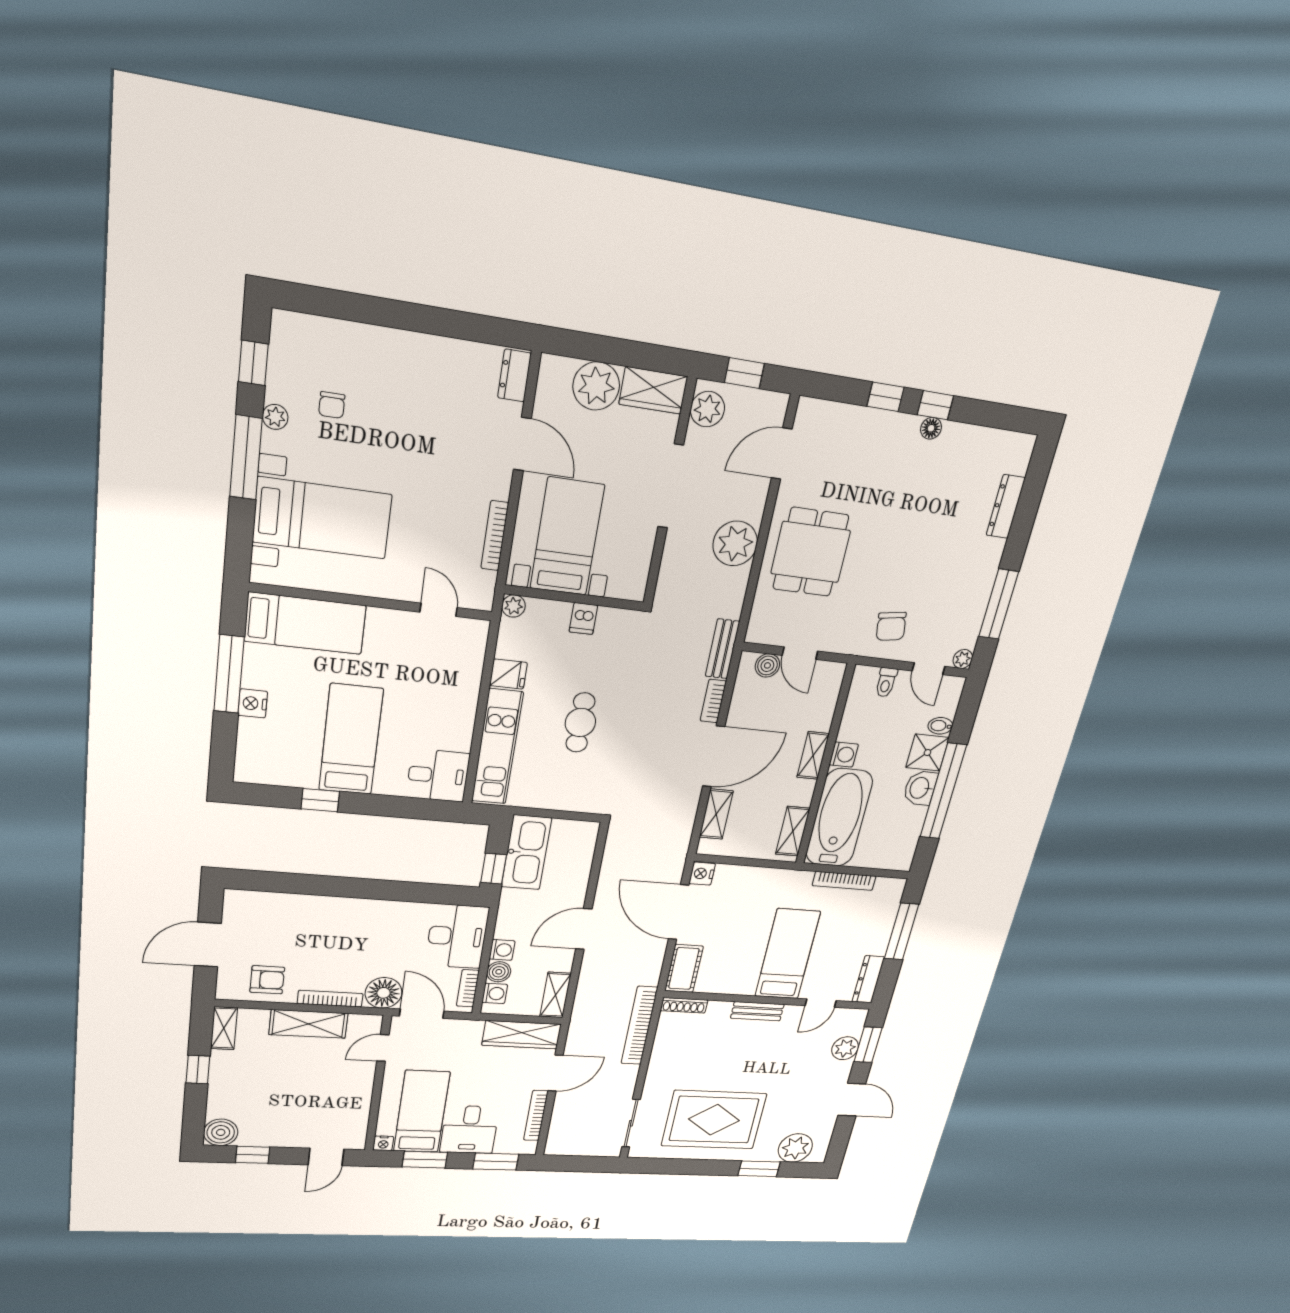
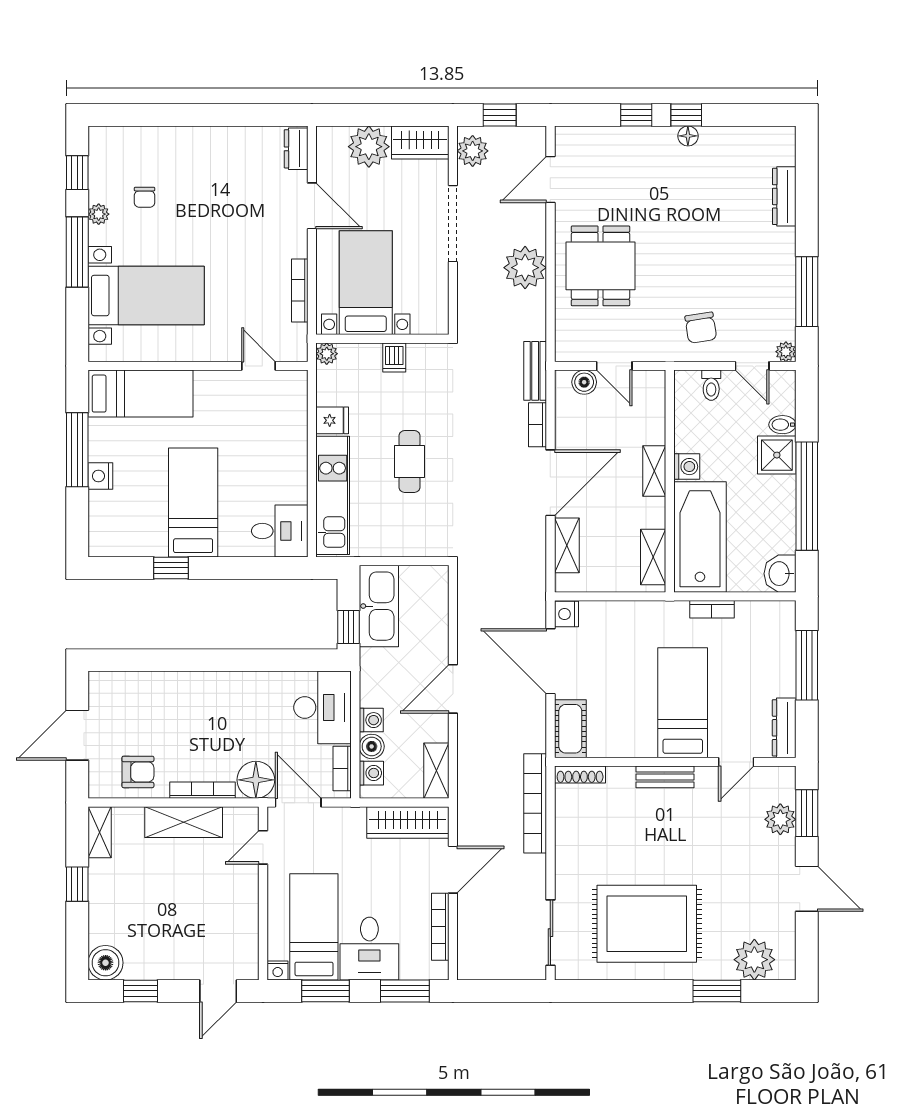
washbasin: (920, 788) -> (780, 574), moved
bookcase: (844, 881) -> (712, 609), width x0.64

